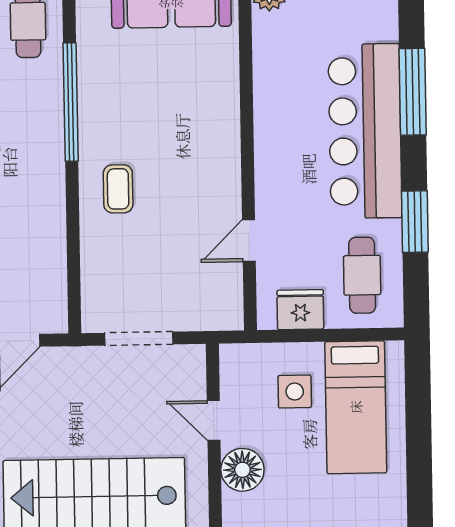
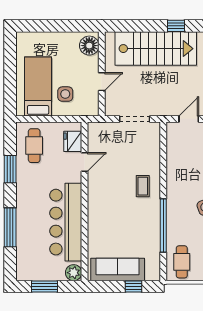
bar counter: (365, 131) -> (66, 222), moved, turned 180
fridge: (300, 310) -> (73, 141), moved, turned 90
door: (214, 421) -> (102, 82), hinge flipped
floor lamp: (242, 470) -> (89, 46), moved

